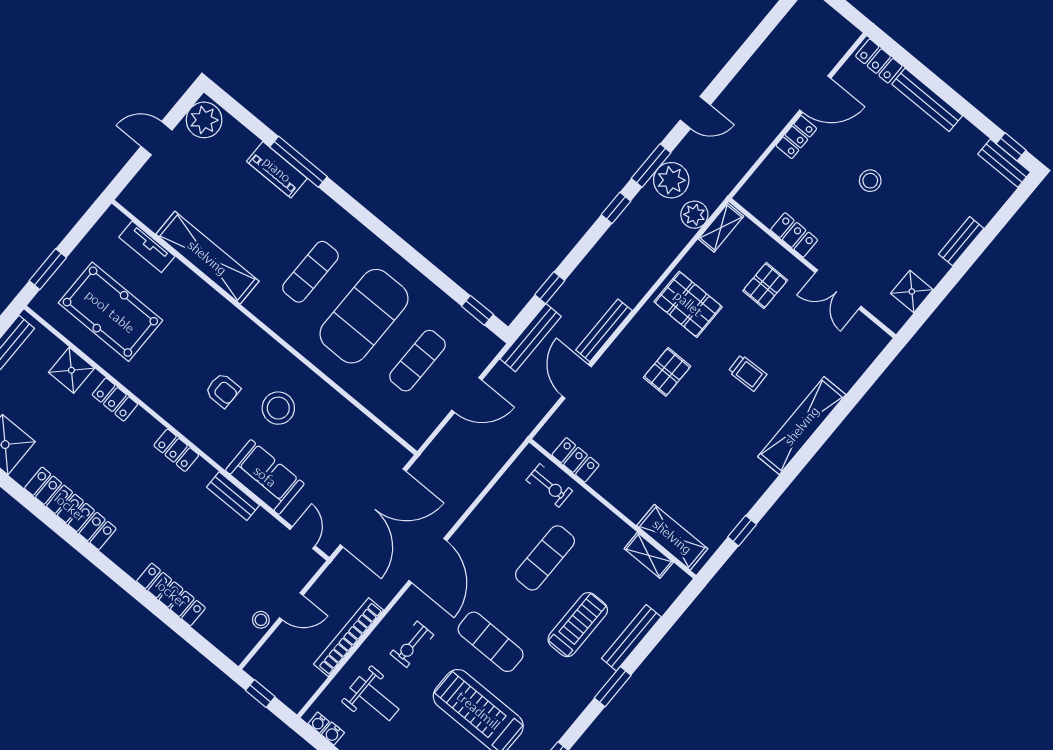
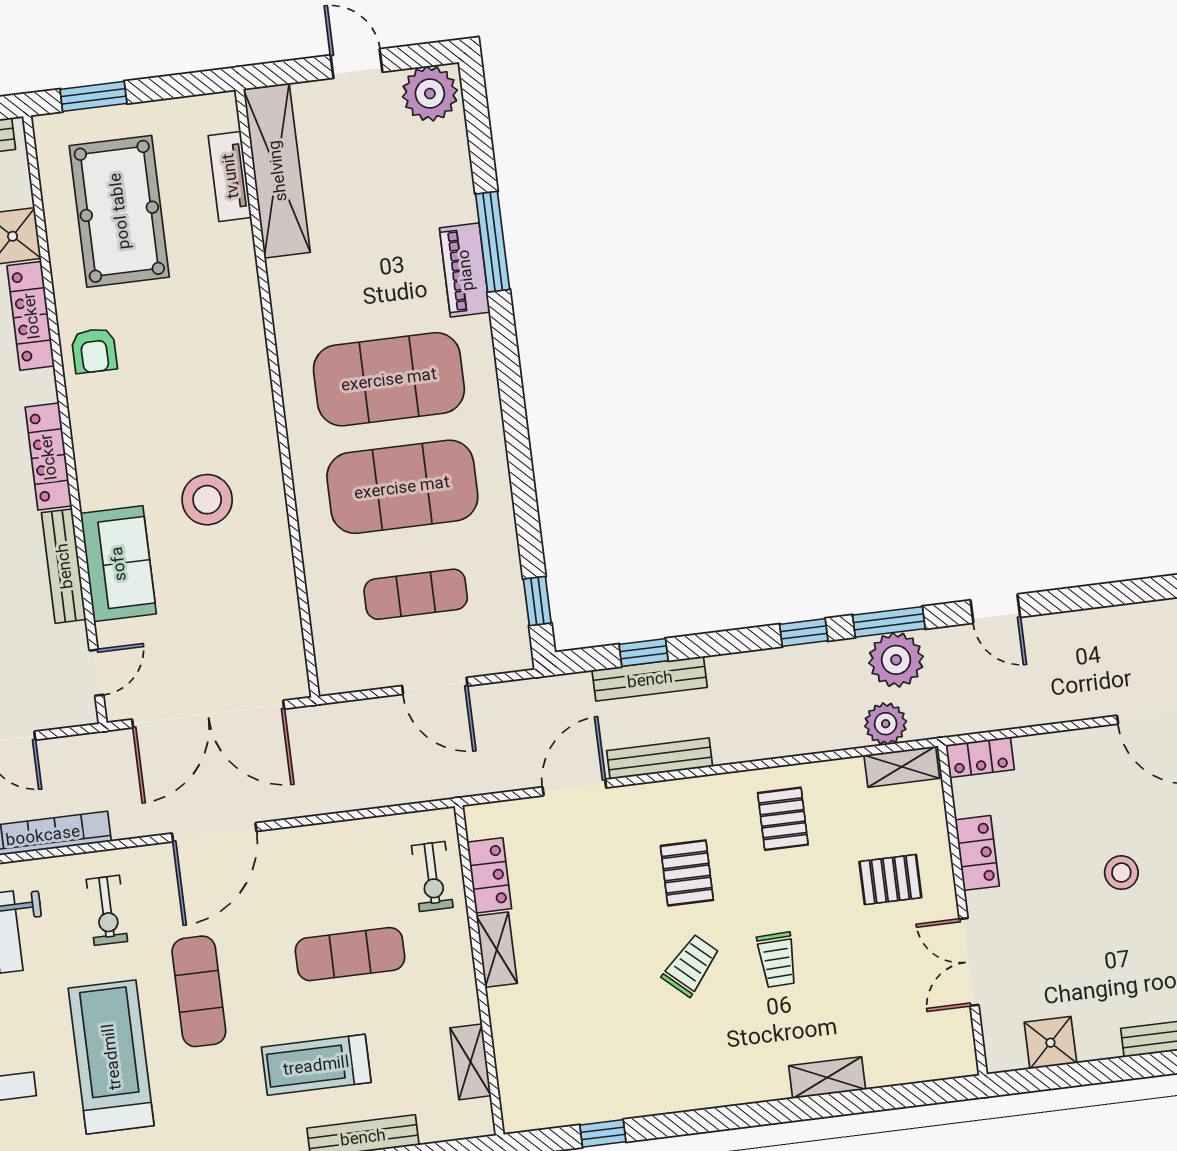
locker: (796, 137) -> (980, 757), moved
piano: (277, 170) -> (465, 270), moved
shelving: (207, 258) -> (277, 171), moved
exercise mat: (310, 272) -> (389, 379), width x2.00, depth x1.45
pallet: (688, 304) -> (783, 819), width x0.67, depth x0.71
bench: (531, 338) -> (650, 679), moved
pallet: (667, 372) -> (687, 873), turned 90
armchair: (223, 390) -> (94, 351), moved
locker: (115, 400) -> (31, 316), width x1.53
trolley: (709, 413) -> (691, 965), added
shelving: (802, 426) -> (827, 1078), width x0.45, depth x0.75
locker: (176, 450) -> (48, 457), width x1.53
bench: (233, 496) -> (64, 566), width x1.36
shelving: (672, 537) -> (497, 950), moved, width x0.67, depth x0.75
treadmill: (578, 625) -> (316, 1065), turned 180
exercise bike: (412, 644) -> (107, 910), turned -90

